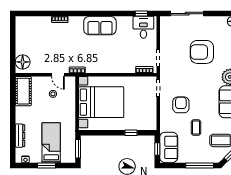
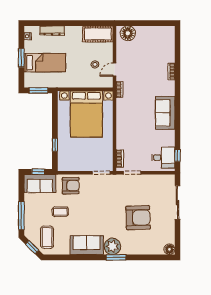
armchair: (202, 52) -> (138, 218), turned 88
armchair: (181, 105) -> (71, 186), moved

